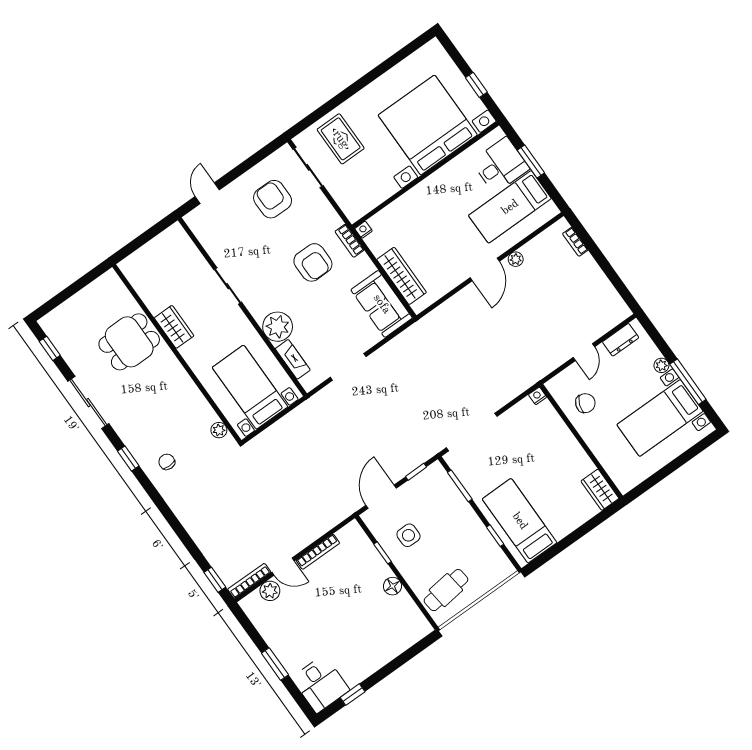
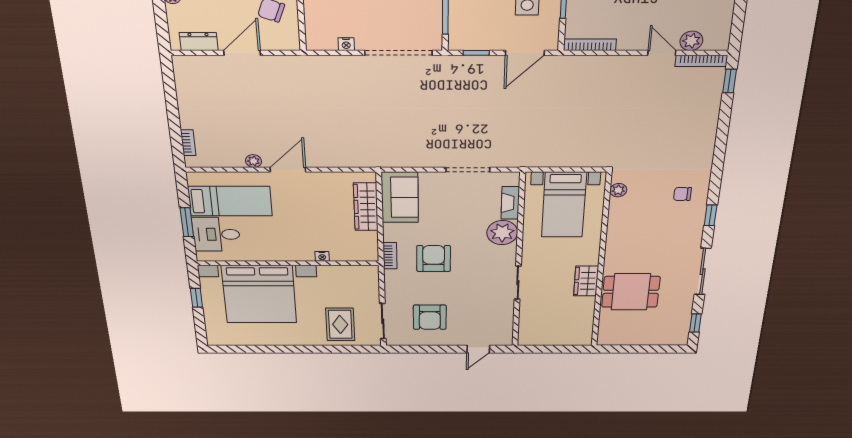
nightstand: (364, 230) -> (322, 256), moved
door: (584, 352) -> (242, 53), width x1.38
nightstand: (538, 396) -> (346, 44), moved
chair: (167, 462) -> (682, 194), turned 90
bookcase: (318, 552) -> (590, 45), moved

